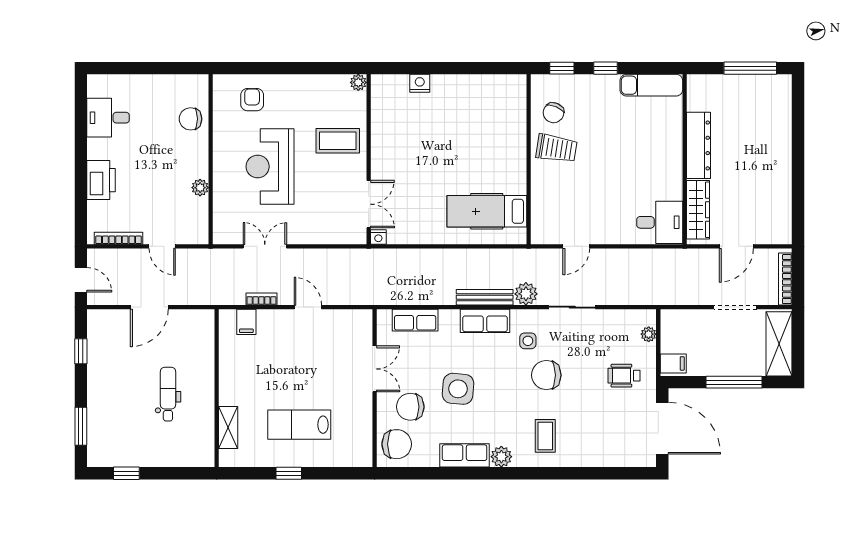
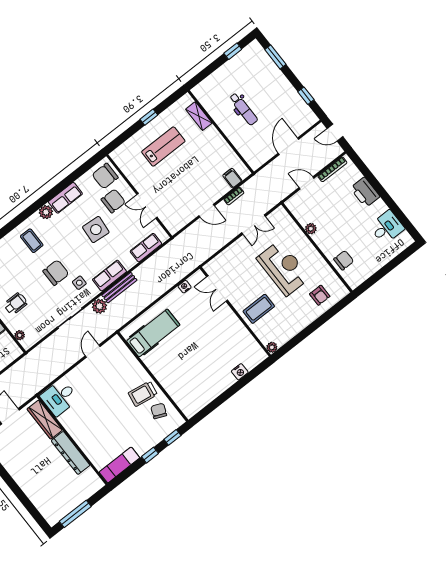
nightstand: (378, 237) -> (185, 287), moved

